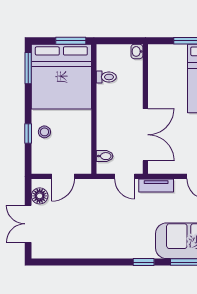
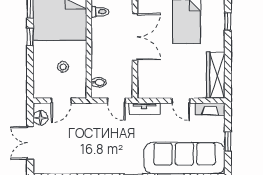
stool: (44, 132) -> (63, 67), moved
window: (28, 134) -> (30, 37), moved
double door: (145, 135) -> (135, 37), moved

